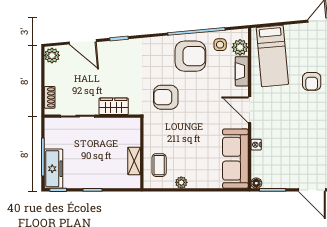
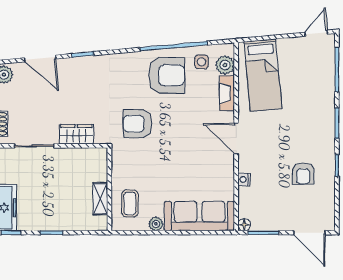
armchair: (312, 81) -> (303, 173), moved
sofa: (235, 159) -> (199, 216), moved, turned 90

